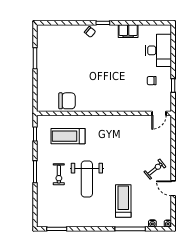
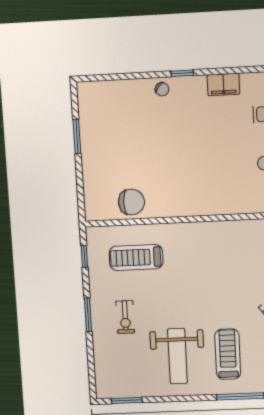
weight bench: (87, 179) -> (178, 356), moved

